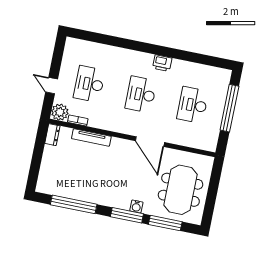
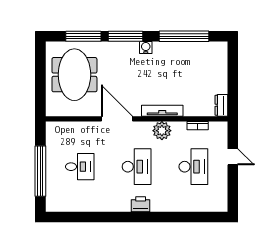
printer: (162, 63) -> (141, 204), moved
desk: (193, 105) -> (80, 167), width x0.73
plant: (60, 112) -> (162, 131), moved
tv unit: (91, 137) -> (162, 111), moved
water cooler: (136, 207) -> (146, 47), moved

